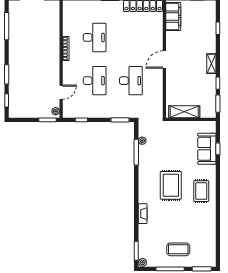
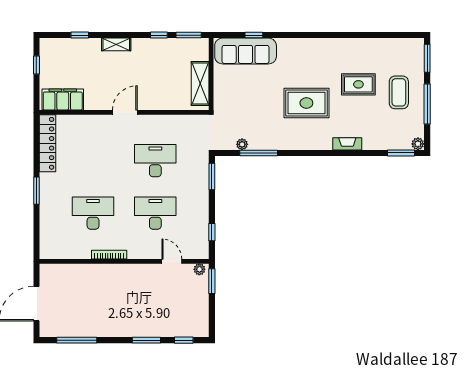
door: (164, 60) -> (125, 112), swing flipped
shelving: (211, 64) -> (116, 44), moved
sofa: (207, 149) -> (246, 51), width x1.36
rug: (201, 191) -> (358, 84), moved

